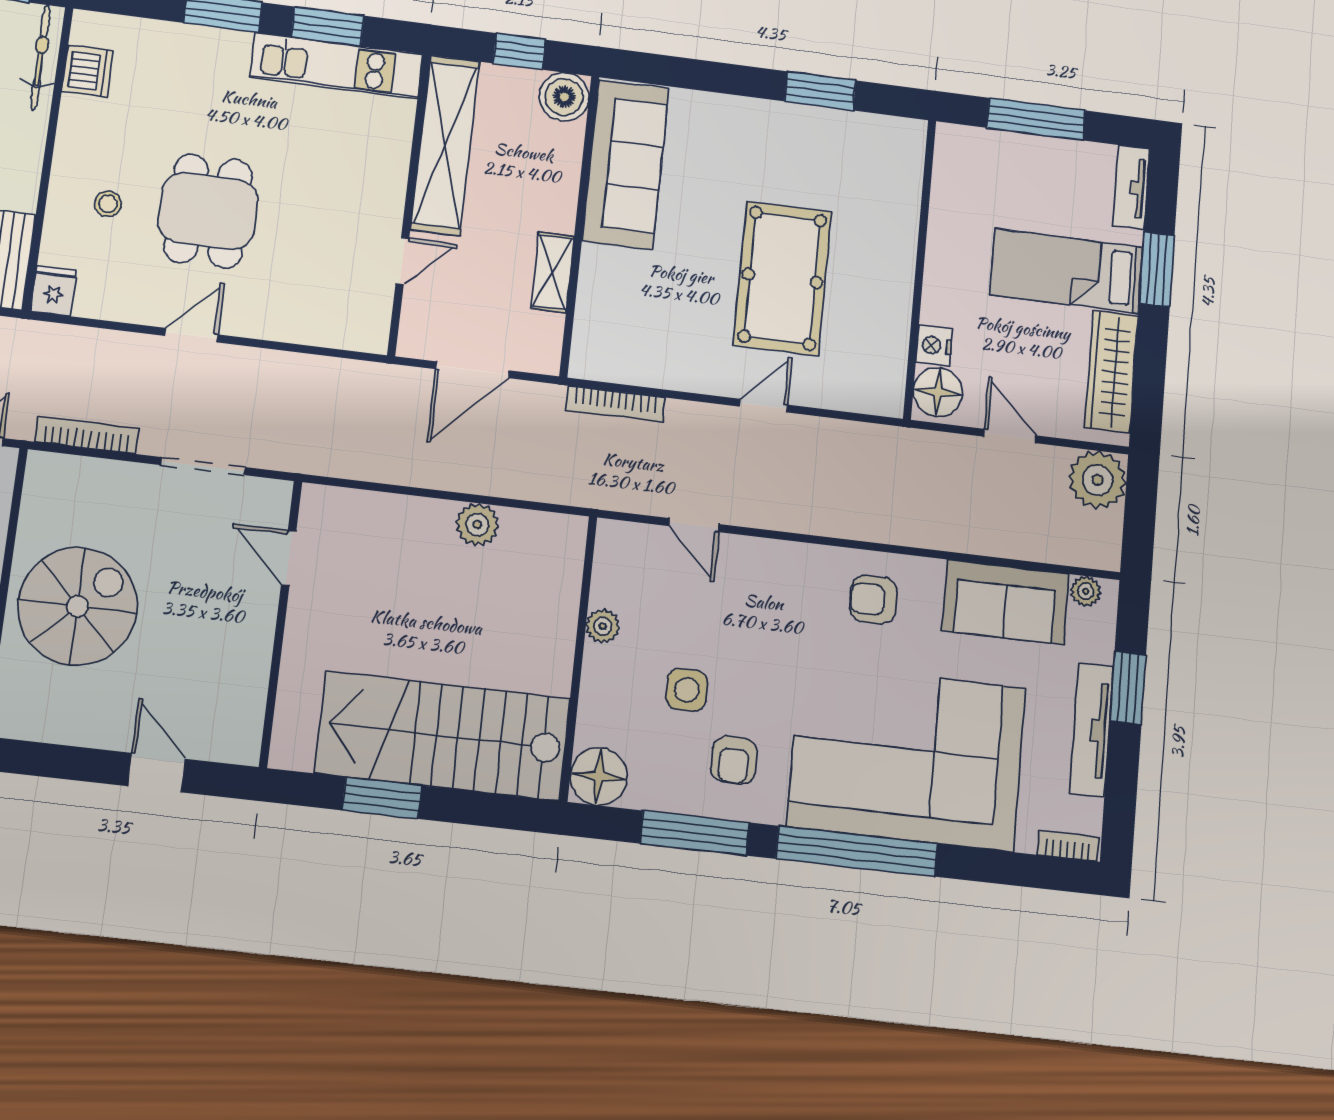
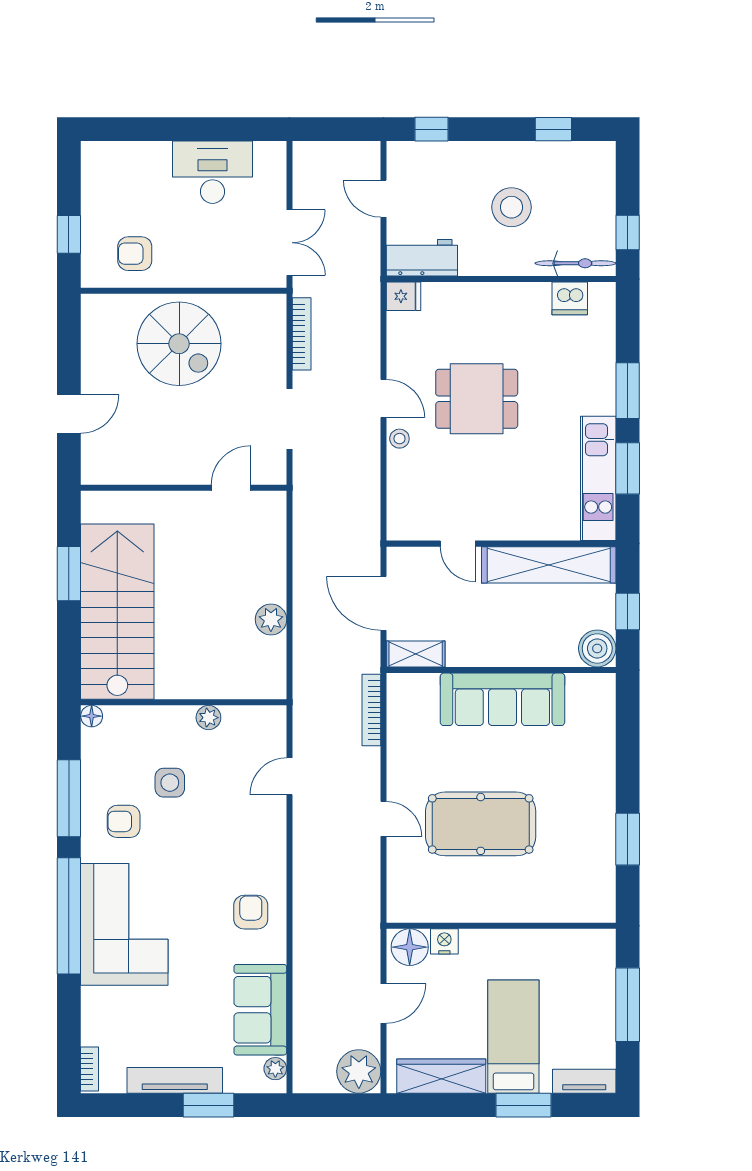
sofa: (626, 164) -> (502, 699), moved
stool: (108, 204) -> (399, 439), moved
shelving: (552, 272) -> (416, 654), moved
corner sofa: (907, 757) -> (124, 924), width x0.73, depth x0.74
floor lamp: (599, 776) -> (92, 716), width x0.53, depth x0.53

